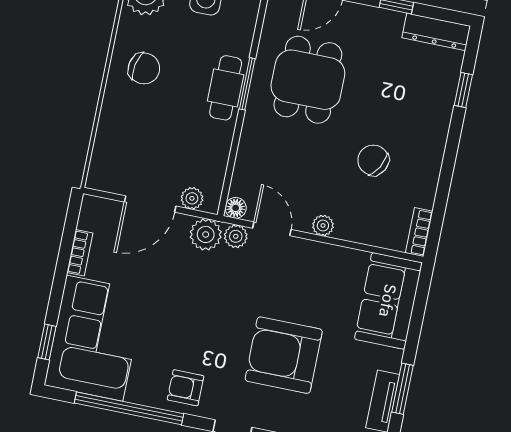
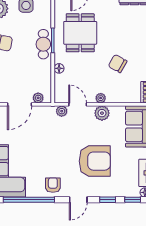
floor lamp: (236, 208) -> (59, 68), moved
plant: (206, 234) -> (102, 113), moved
armchair: (284, 355) -> (95, 161), turned 180
armchair: (186, 388) -> (53, 185), turned 90

